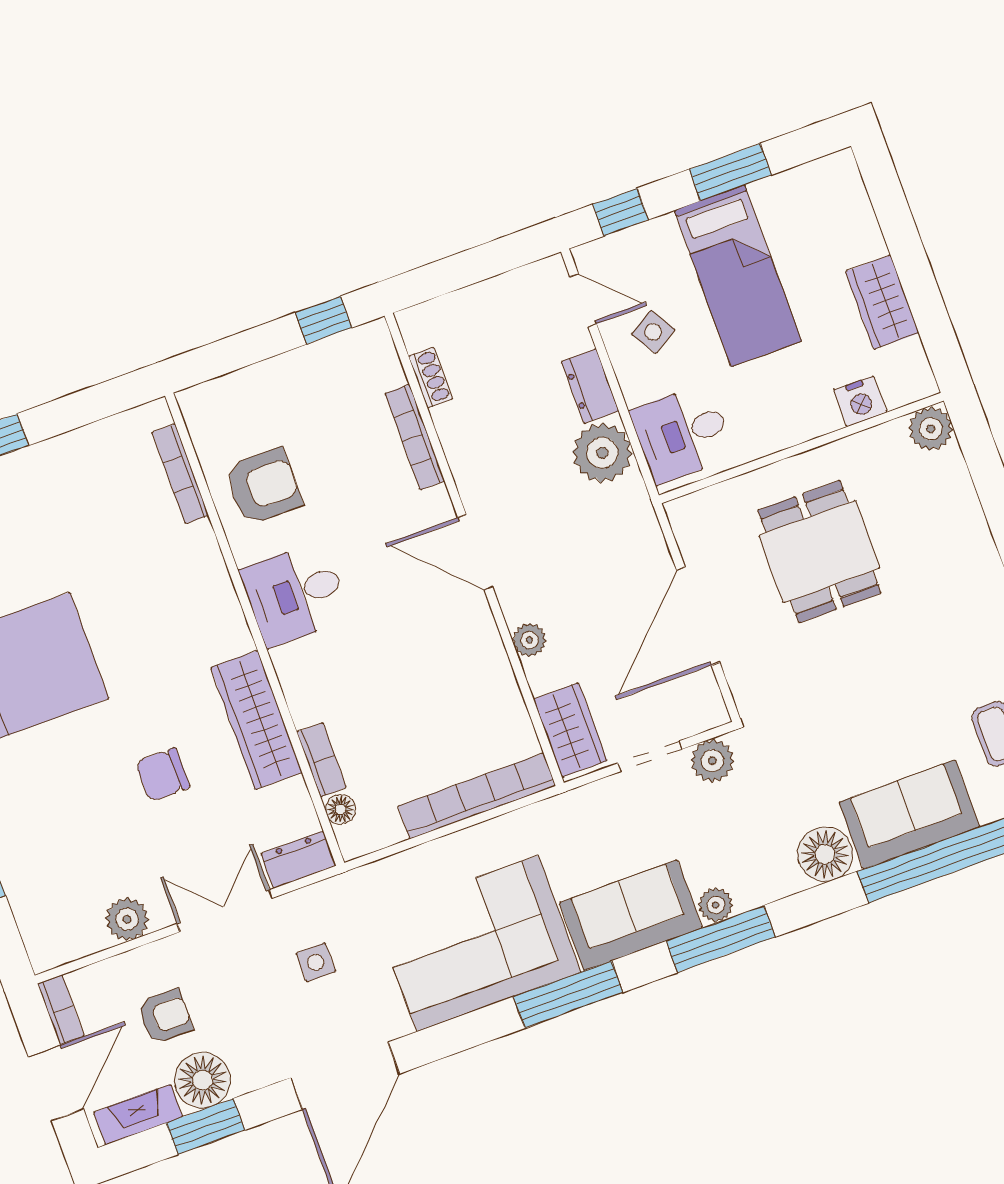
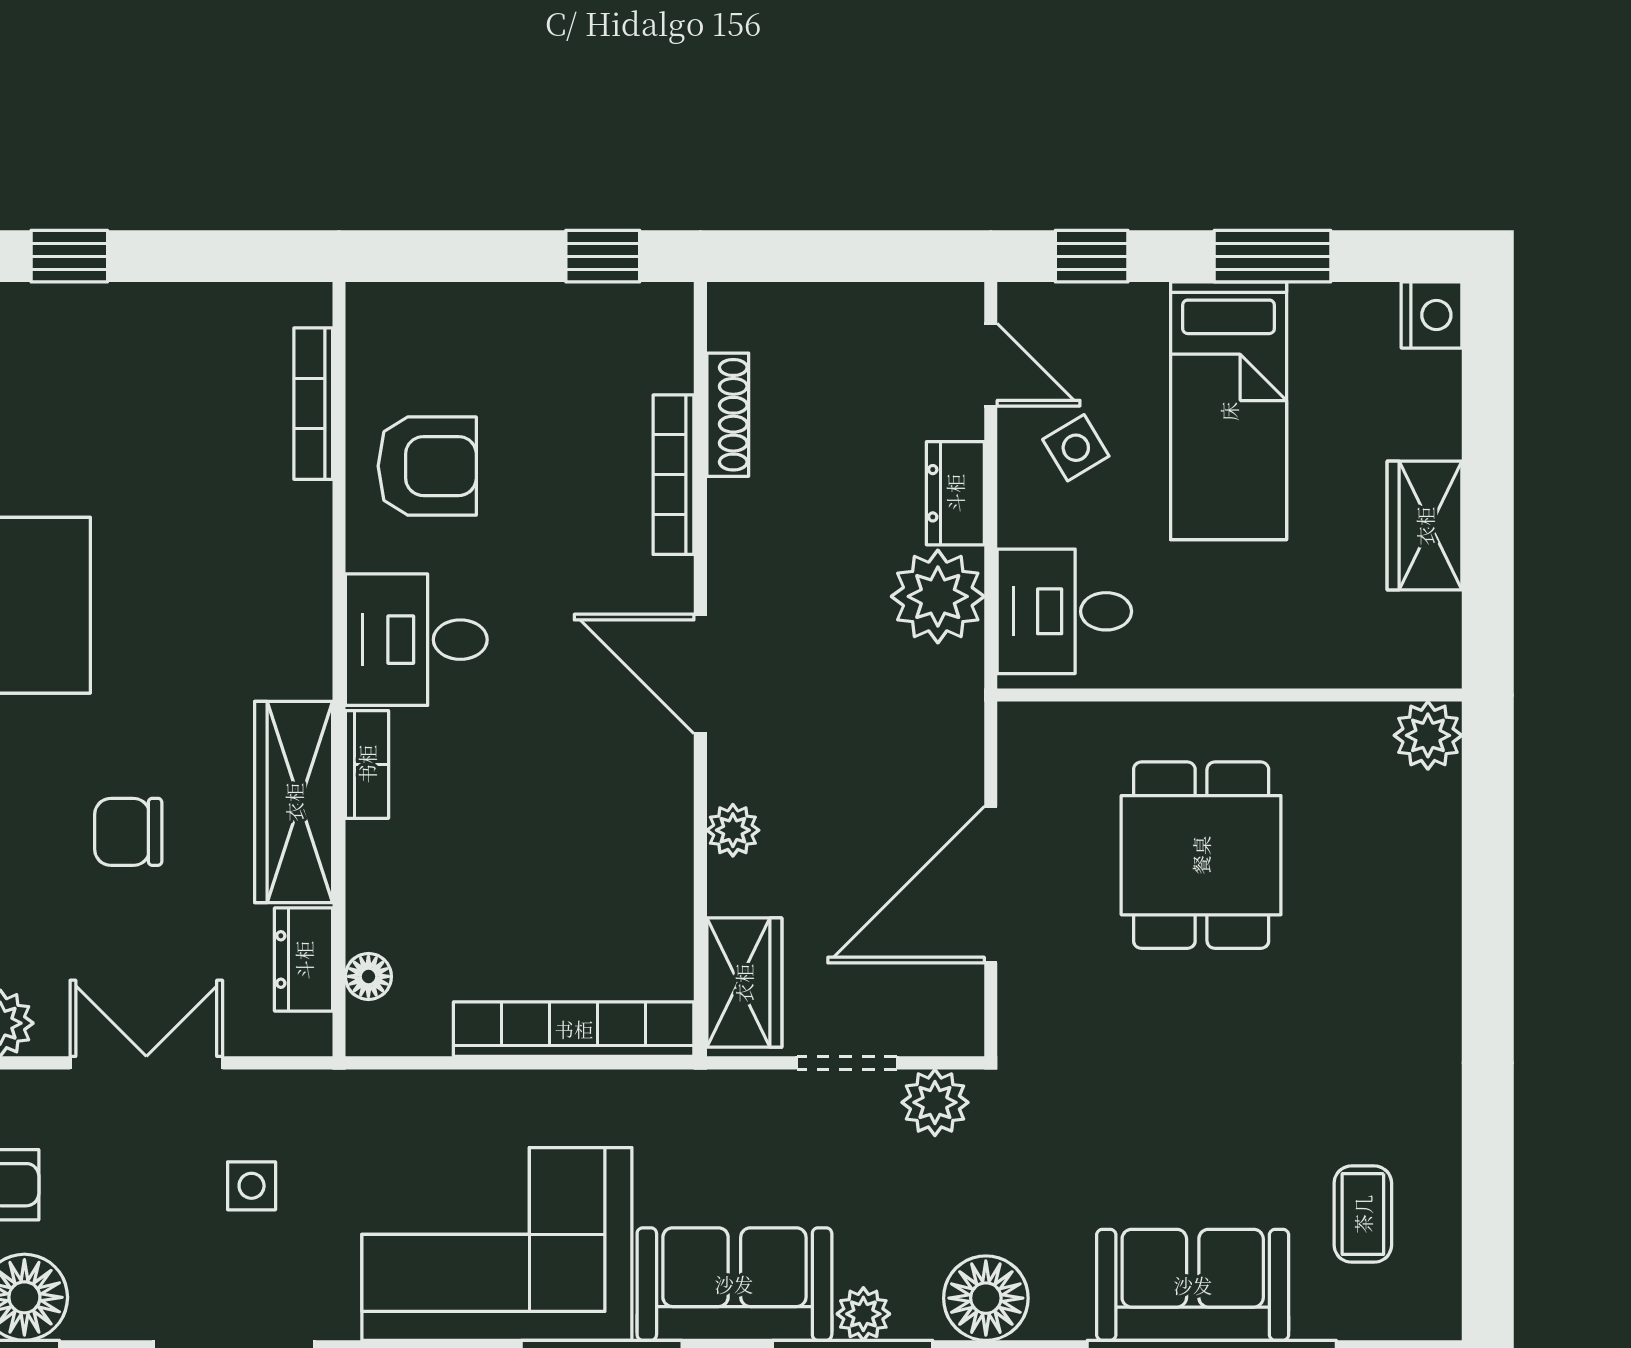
shoe rack: (430, 378) -> (728, 415), width x1.43
nightstand: (860, 401) -> (1432, 315), moved, turned -90
bookcase: (322, 760) -> (367, 764), moved
floor lamp: (825, 854) -> (986, 1298), moved
dresser: (299, 860) -> (304, 960), moved, turned -90

